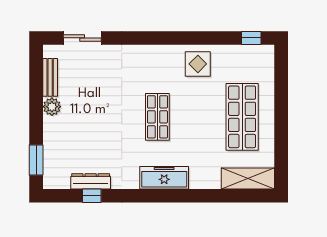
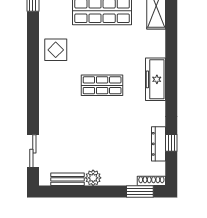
shoe rack: (48, 173) -> (151, 181), added

